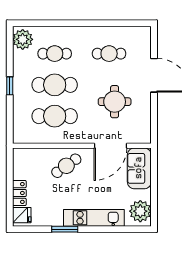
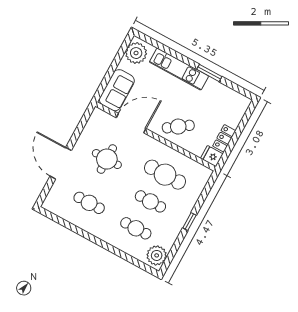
cafe table: (55, 85) -> (150, 201), width x0.73, depth x0.74
locker: (19, 193) -> (224, 138), moved
fridge: (22, 215) -> (212, 156), moved

